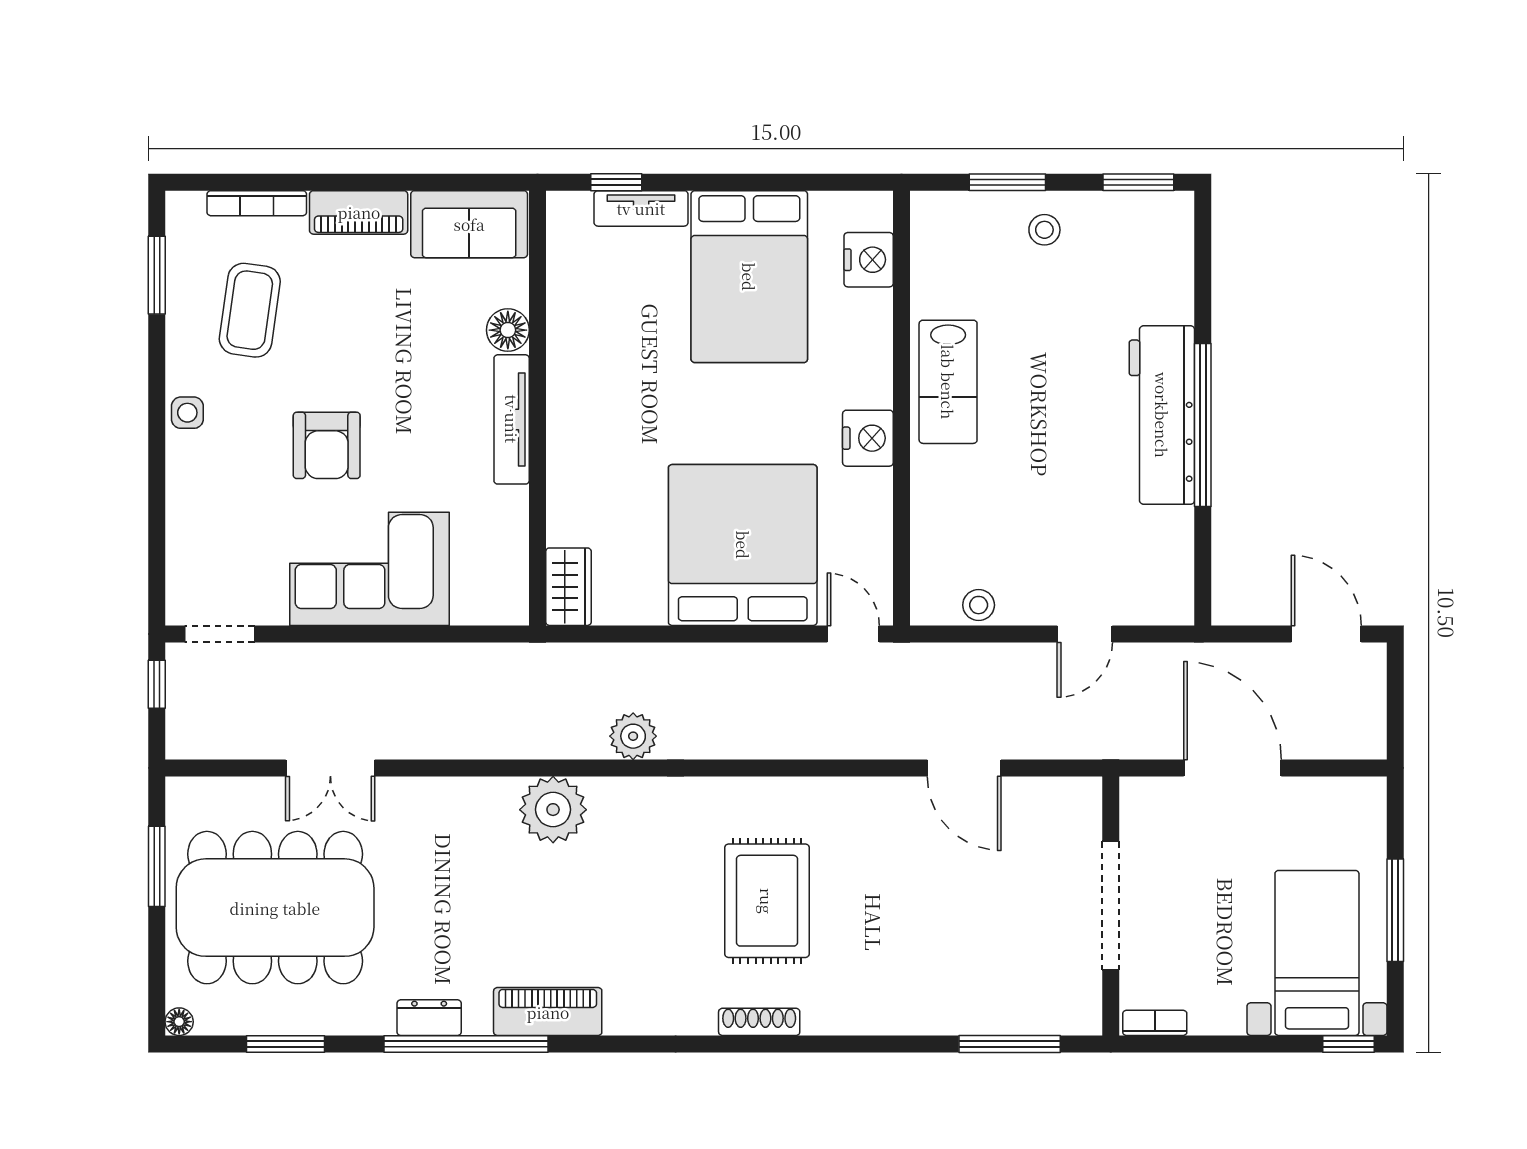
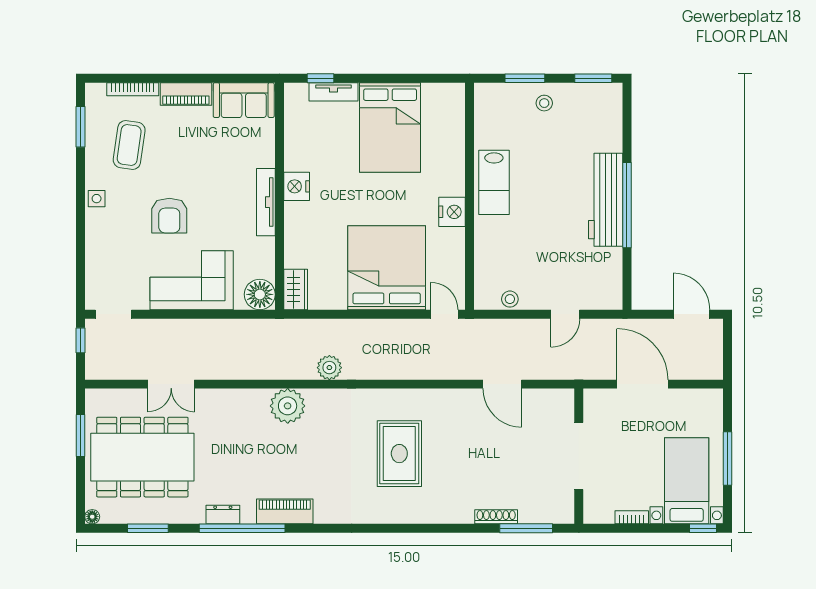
nightstand: (869, 260) -> (297, 186), moved, turned 180
floor lamp: (508, 330) -> (260, 294), moved, width x1.38, depth x1.38
shoe rack: (759, 1022) -> (496, 517), moved
bookcase: (1155, 1023) -> (632, 517), moved

